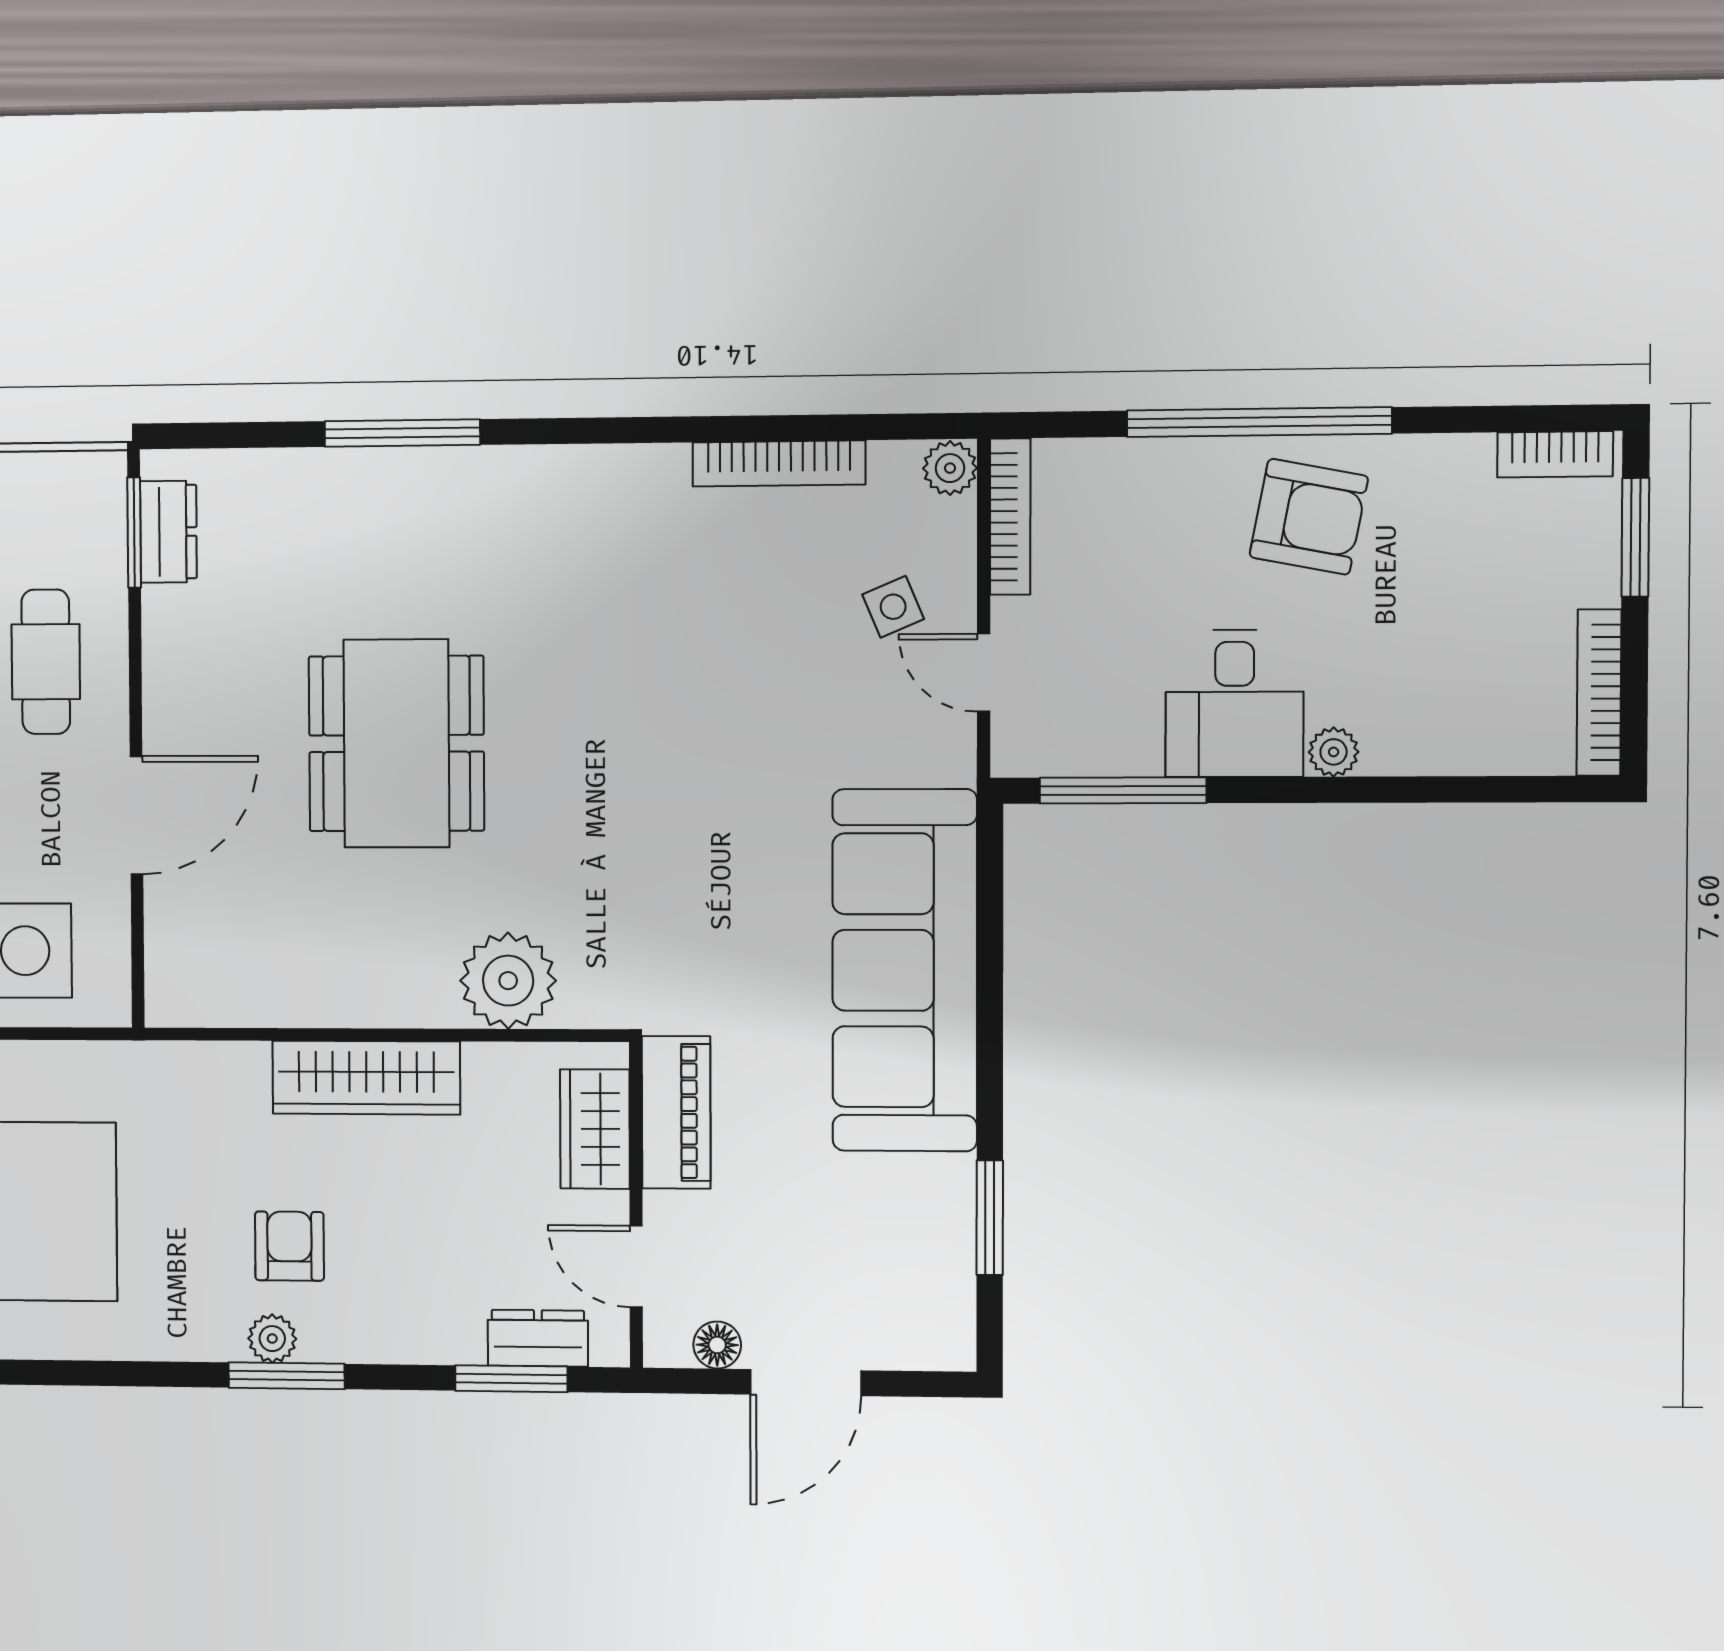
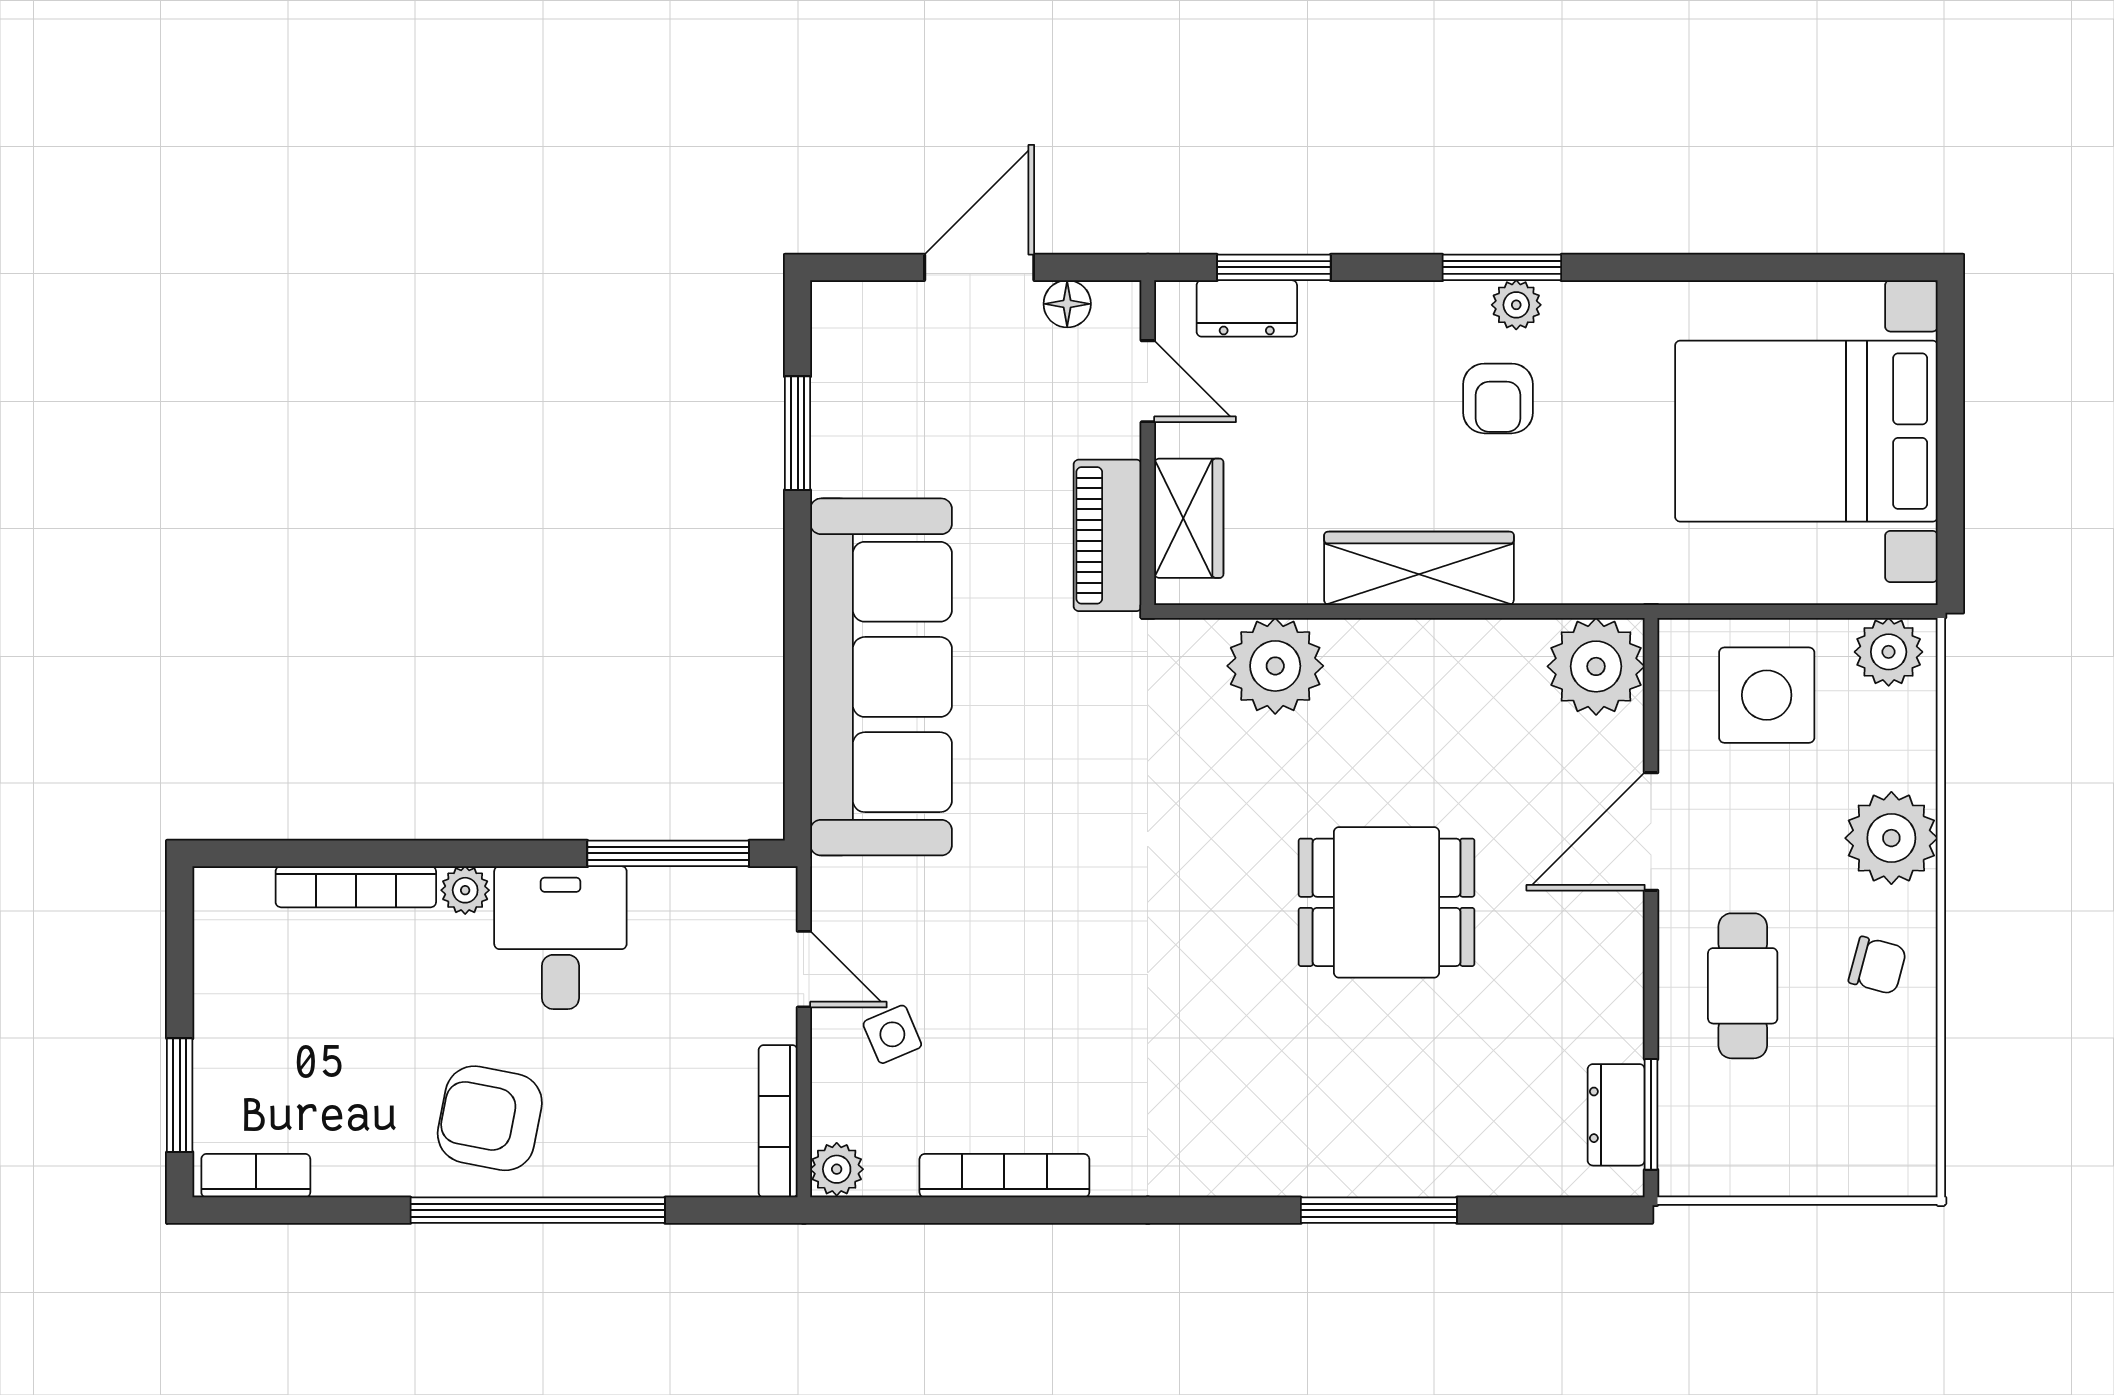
bookcase: (1599, 693) -> (356, 887), moved, turned 90
dining table: (396, 743) -> (1387, 902), width x0.73
plant: (192, 979) -> (1596, 666), added

